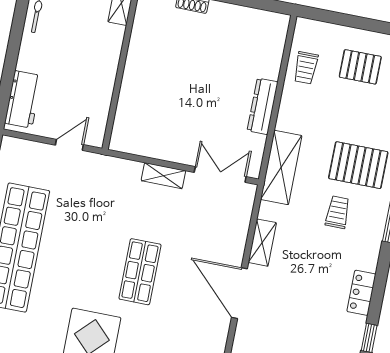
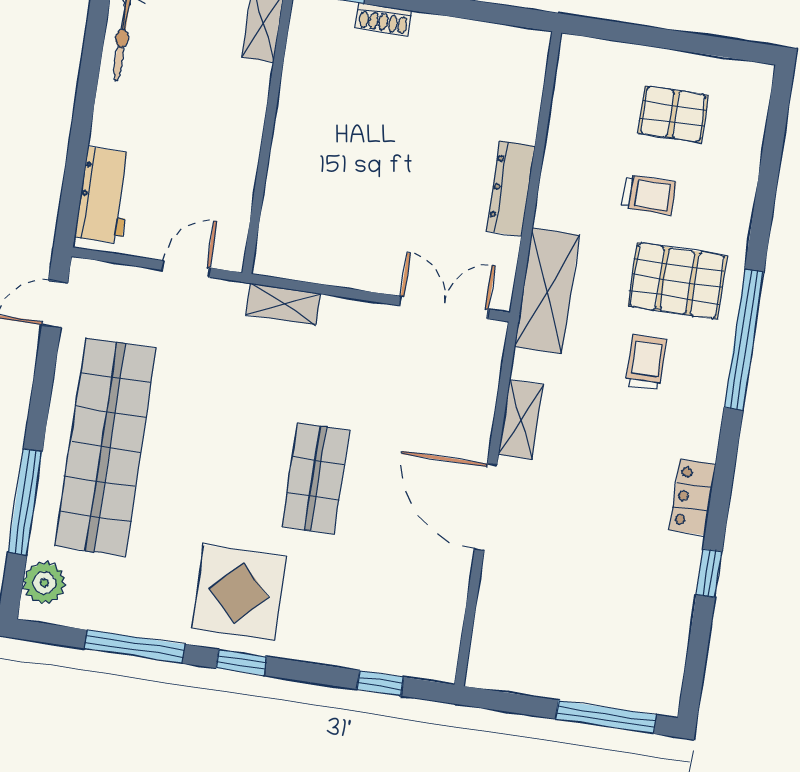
trolley: (306, 68) -> (649, 195), moved, turned -90
shelving: (163, 176) -> (283, 304), moved

